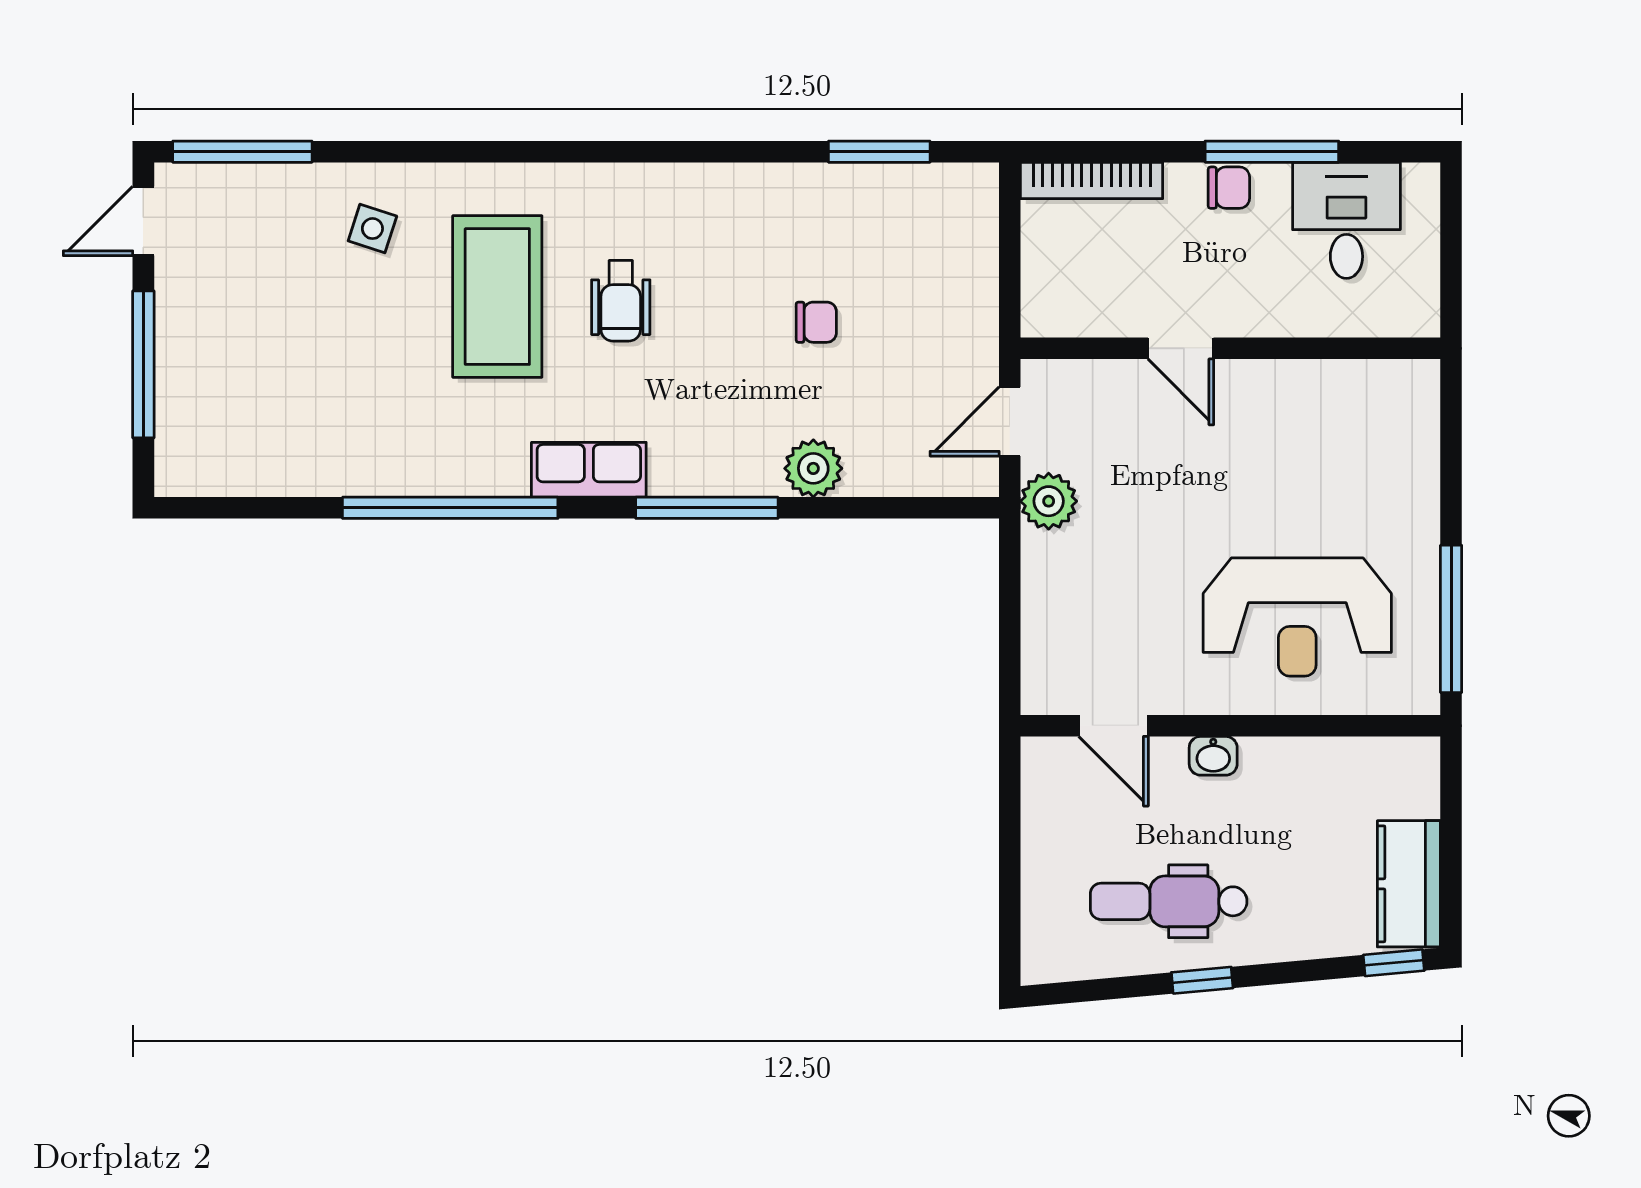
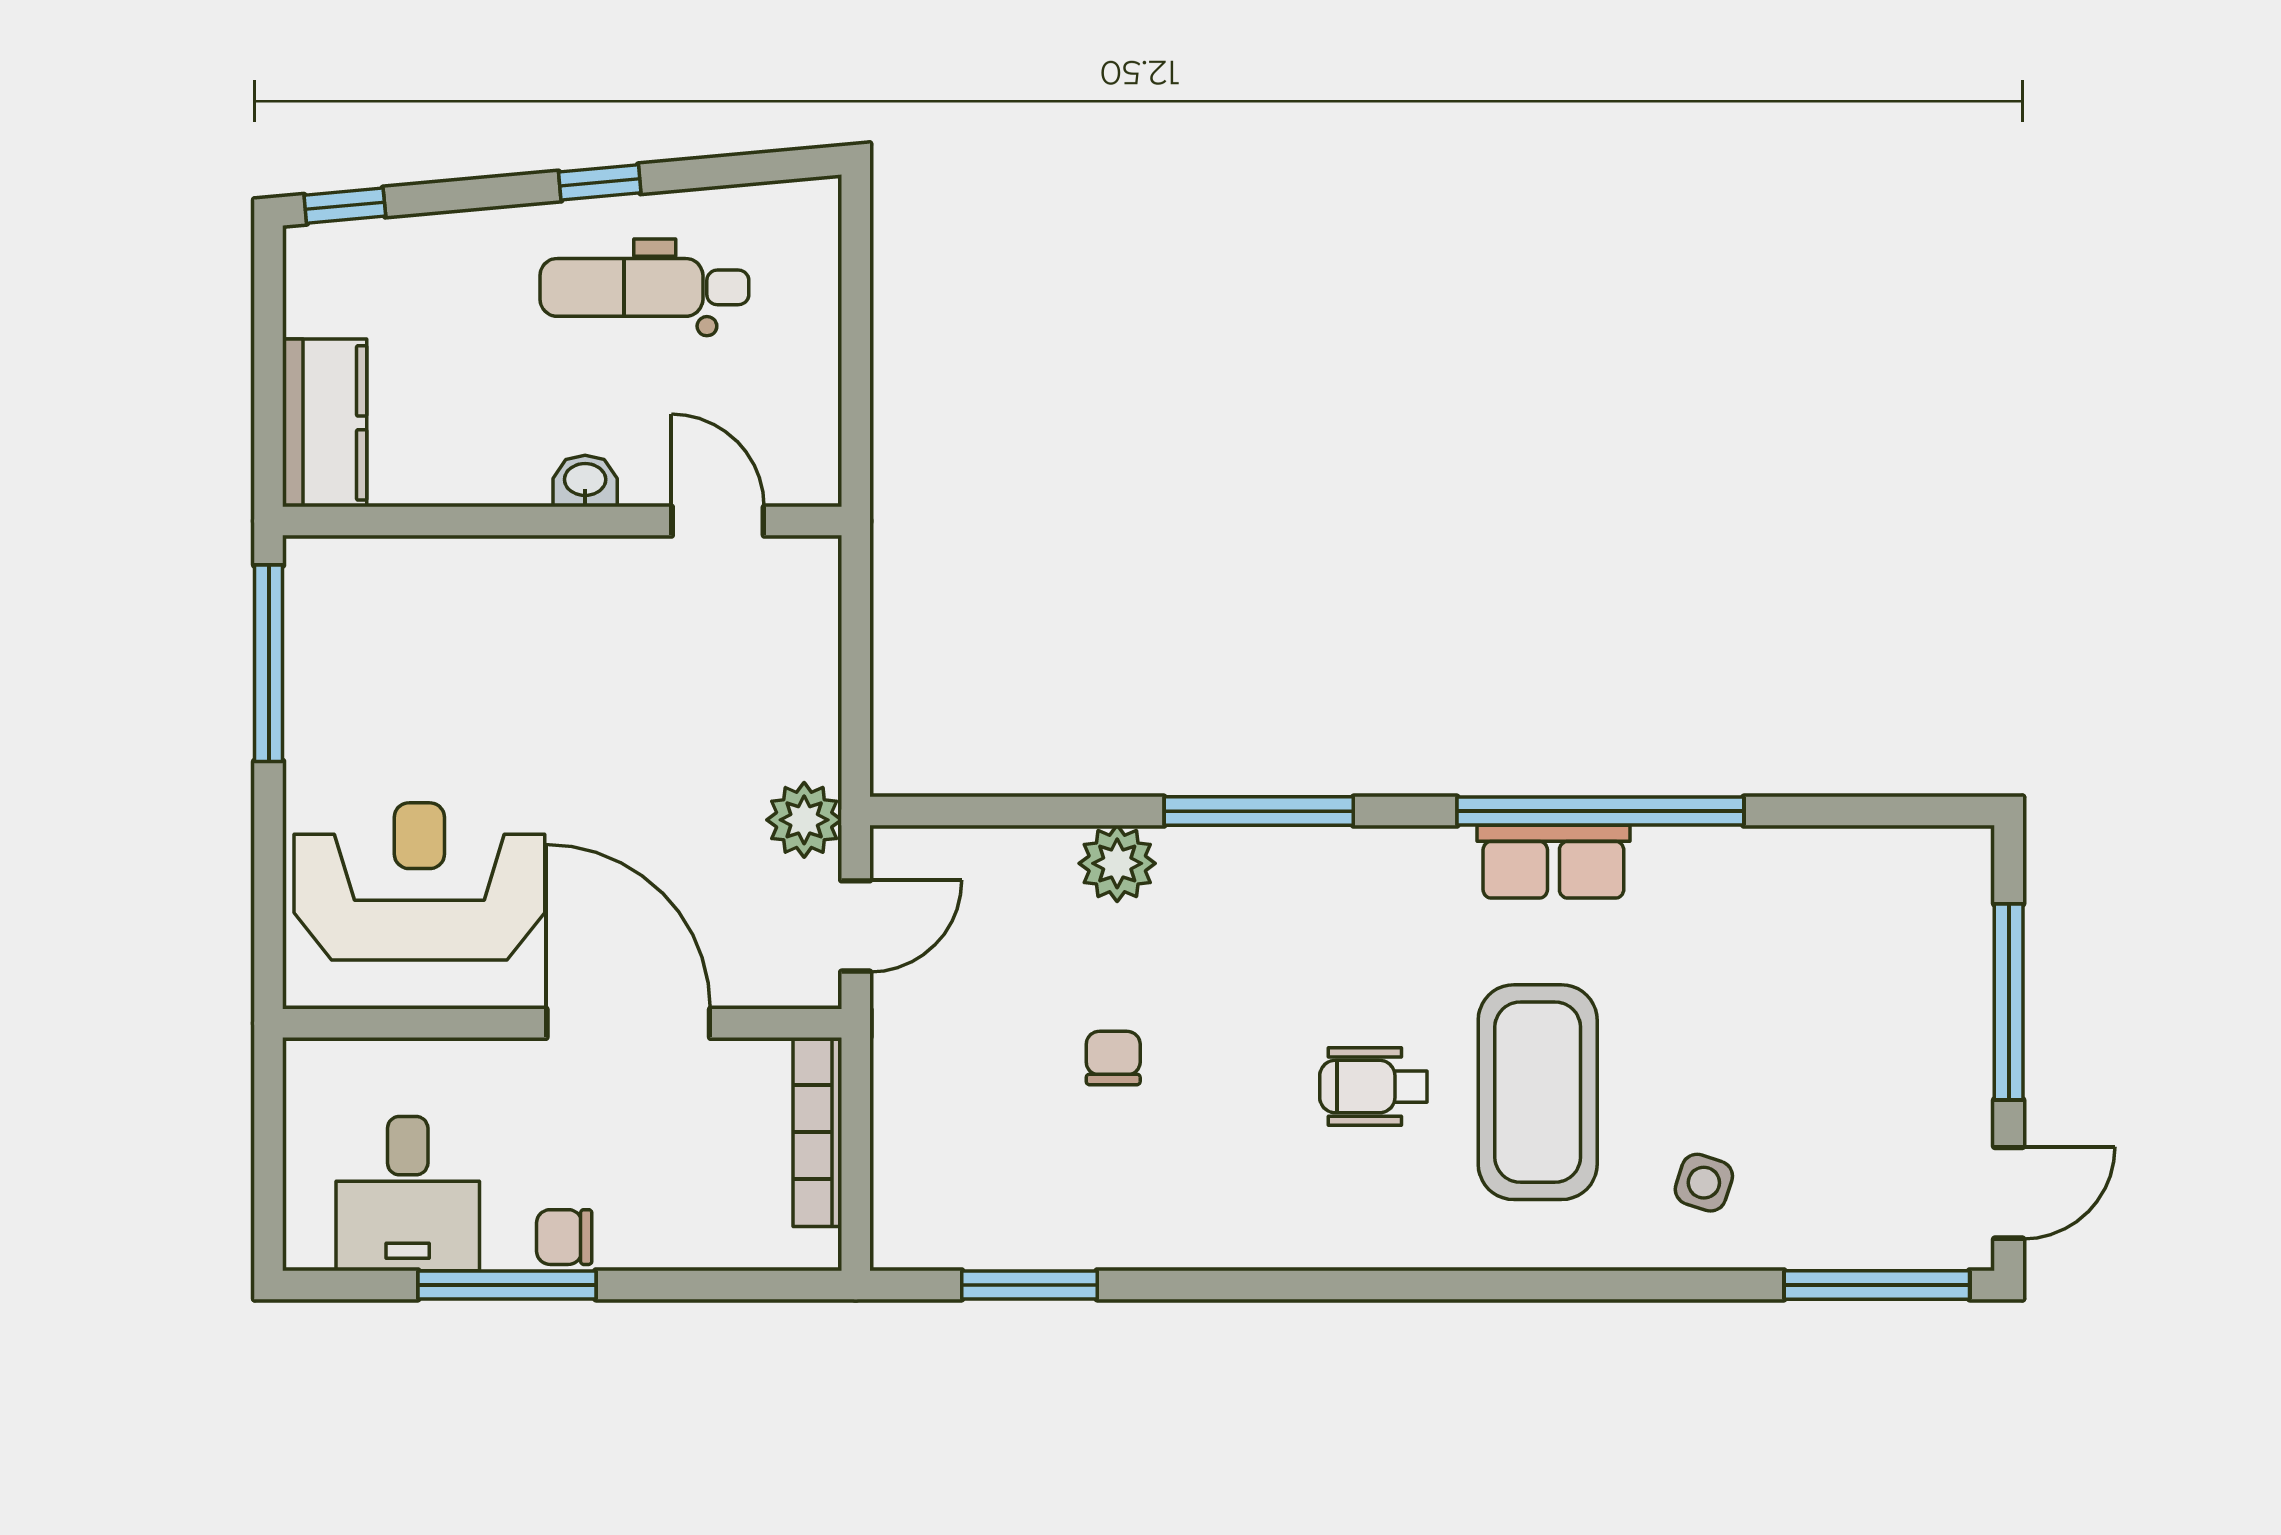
bookcase: (1092, 180) -> (817, 1132), moved, turned -90
wheelchair: (621, 301) -> (1373, 1087), turned -90
chair: (816, 322) -> (1113, 1058), turned 90
door: (1181, 348) -> (628, 1023), width x1.87
row of seats: (589, 470) -> (1553, 862), moved
reception desk: (1297, 617) -> (419, 881), moved
kitchen counter: (1409, 884) -> (325, 423), moved
dental chair: (1169, 901) -> (644, 287), turned 180

